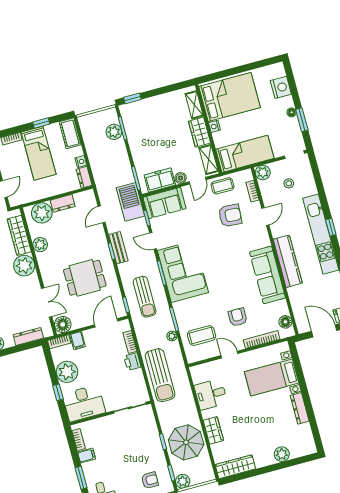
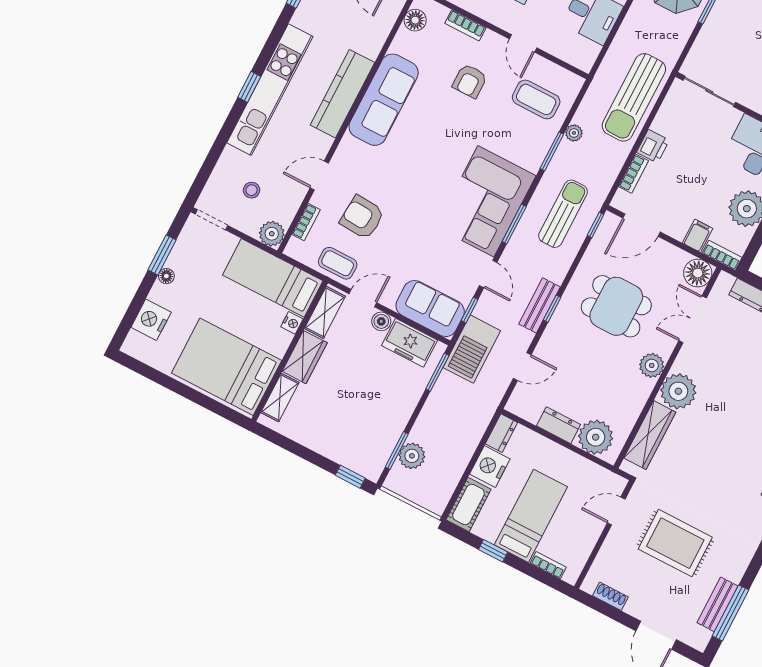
nightstand: (214, 126) -> (292, 323), moved
nightstand: (81, 162) -> (490, 466), width x1.89, depth x1.79
plant: (40, 245) -> (652, 365), moved
bookcase: (262, 340) -> (465, 25), width x0.64
sun lounger: (160, 375) -> (634, 97), turned 180

